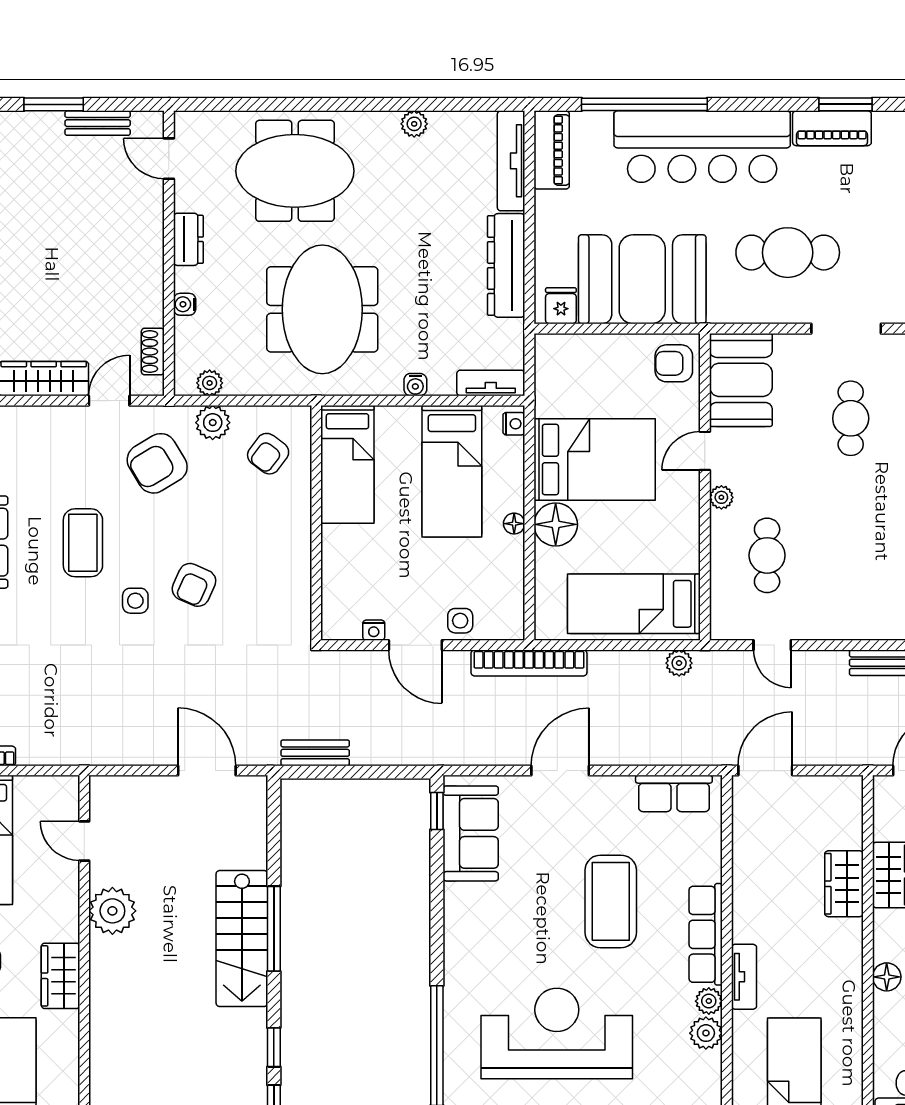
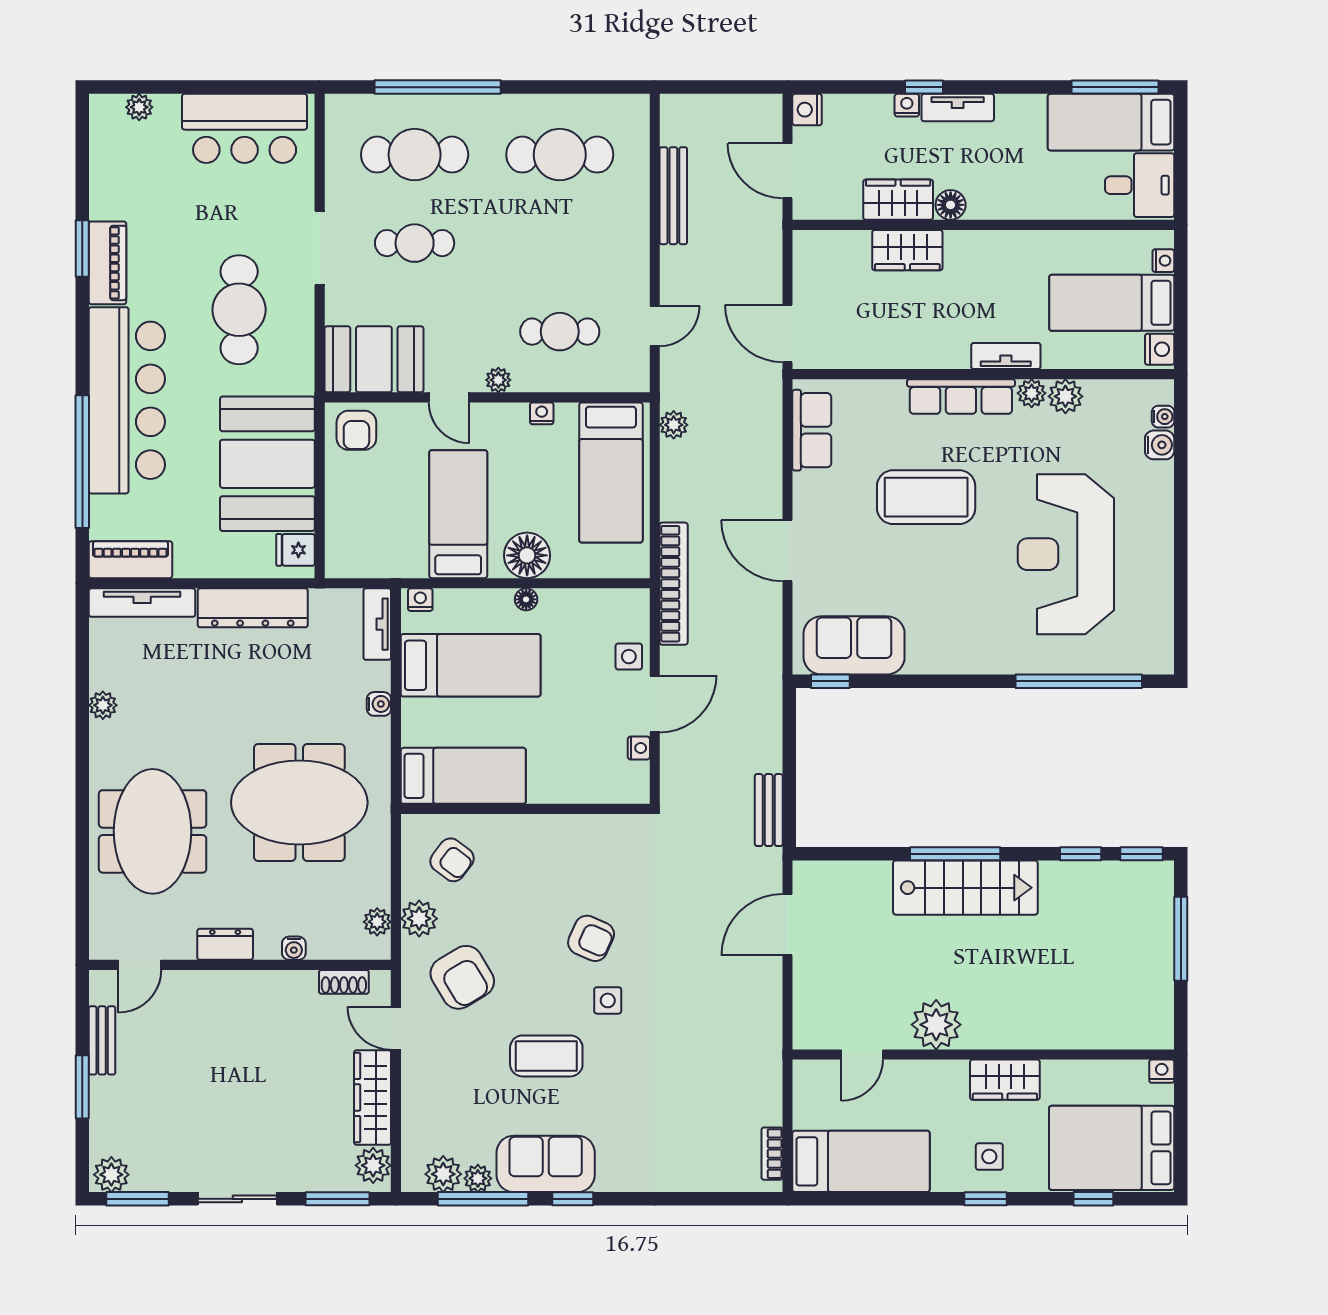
bed: (595, 460) -> (458, 514), width x0.67
nightstand: (690, 538) -> (542, 413), added
floor lamp: (887, 977) -> (951, 205), moved

